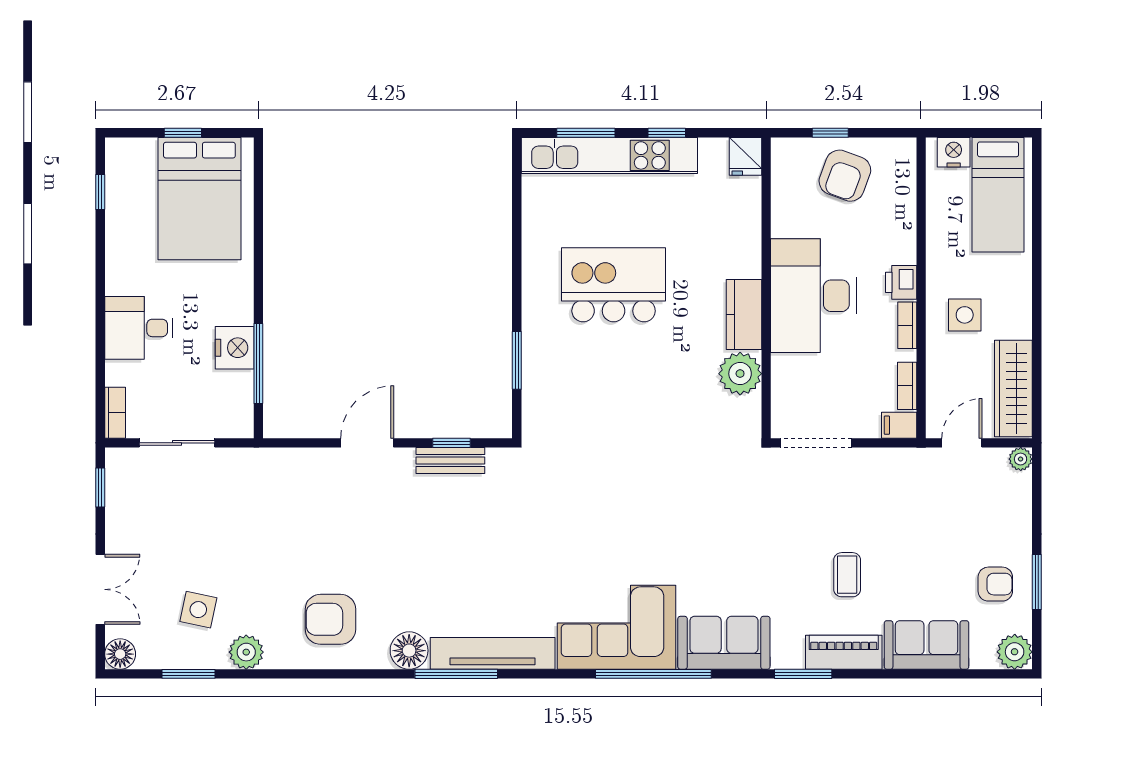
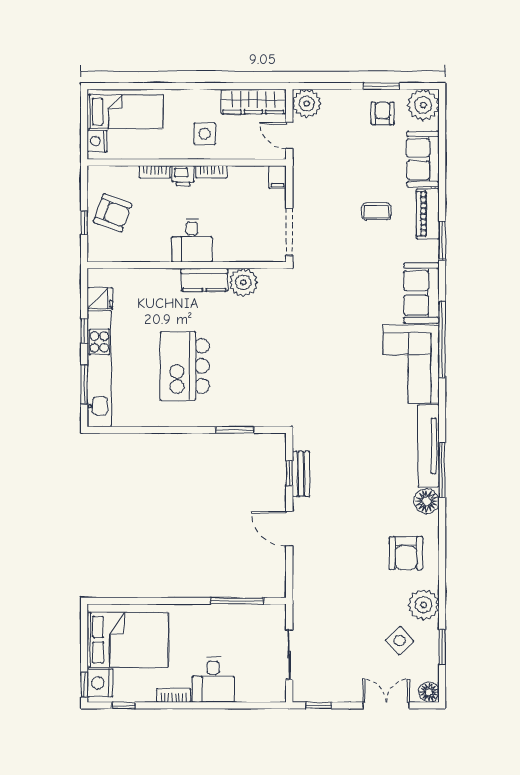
window: (183, 133) -> (84, 685), moved
fridge: (746, 156) -> (100, 298), moved
desk: (813, 296) -> (192, 240), width x0.53, depth x0.77
nightstand: (235, 348) -> (100, 683), moved, turned -90
bookcase: (907, 386) -> (155, 172), moved
bookcase: (115, 413) -> (174, 696), moved
plant: (1021, 459) -> (307, 104), width x1.88, depth x1.88
side table: (198, 610) -> (399, 641), turned 35
plant: (246, 652) -> (423, 605), width x1.36, depth x1.36
plant: (1015, 652) -> (423, 105), width x1.36, depth x1.36

